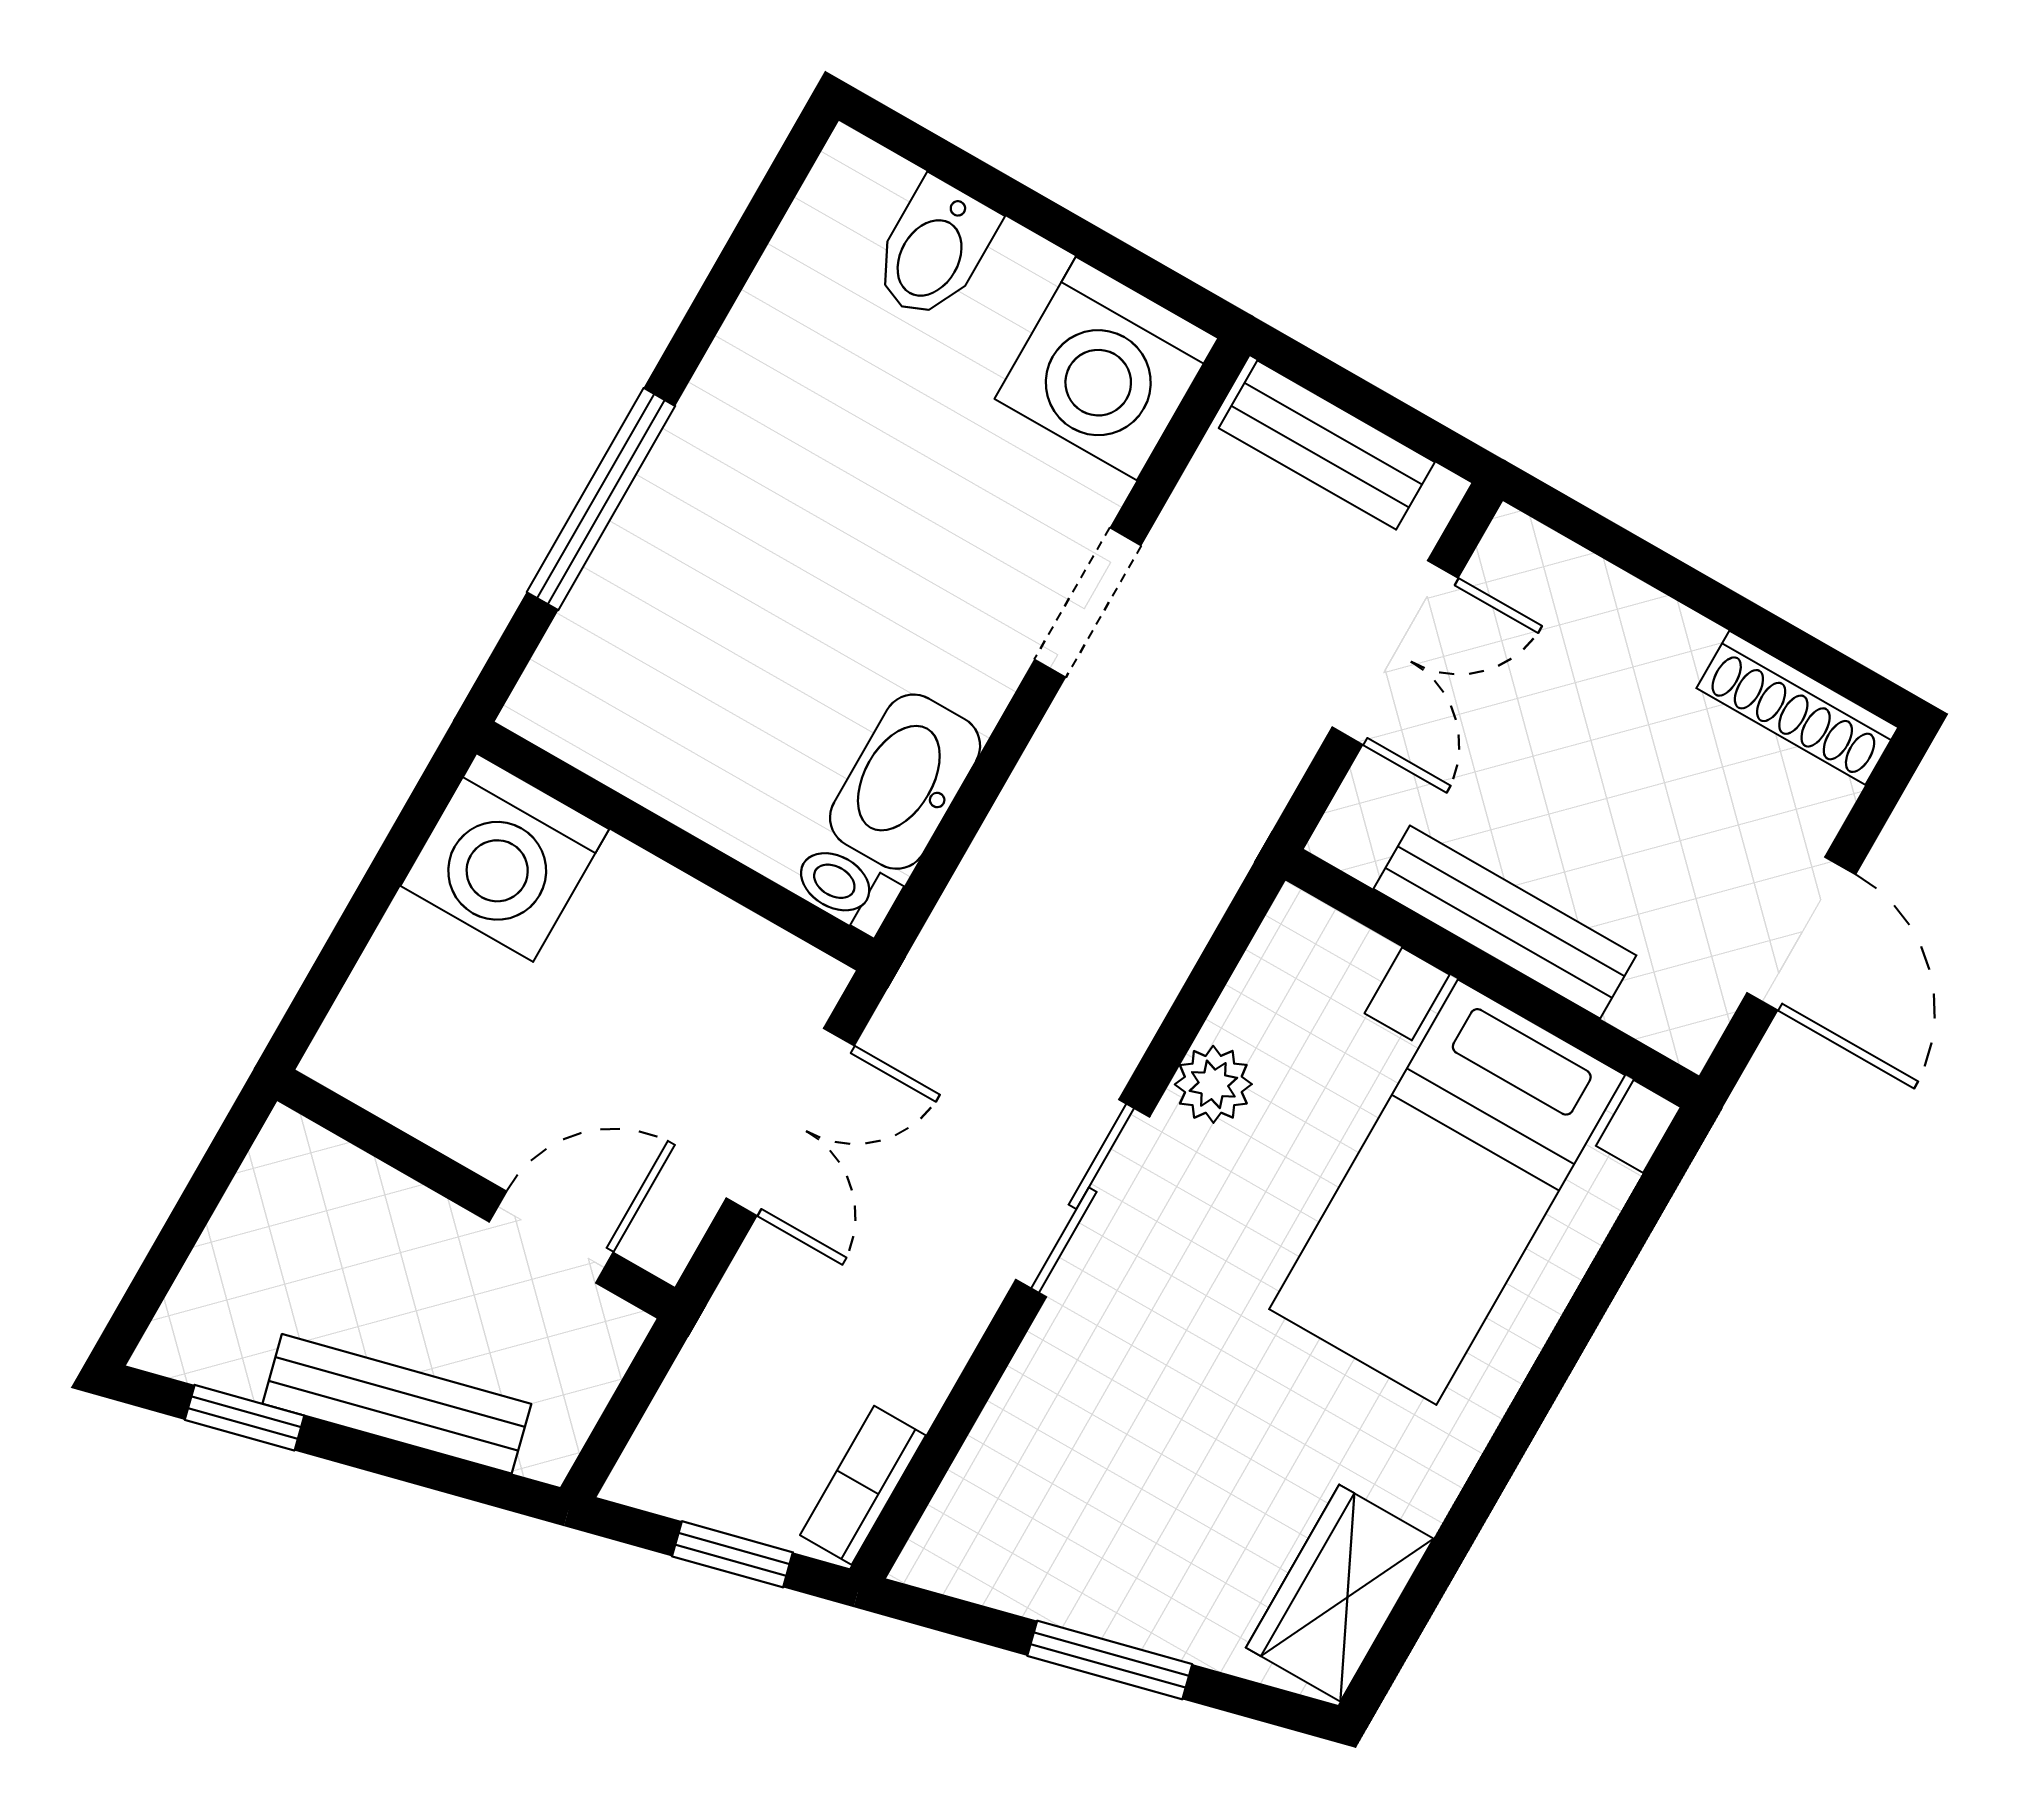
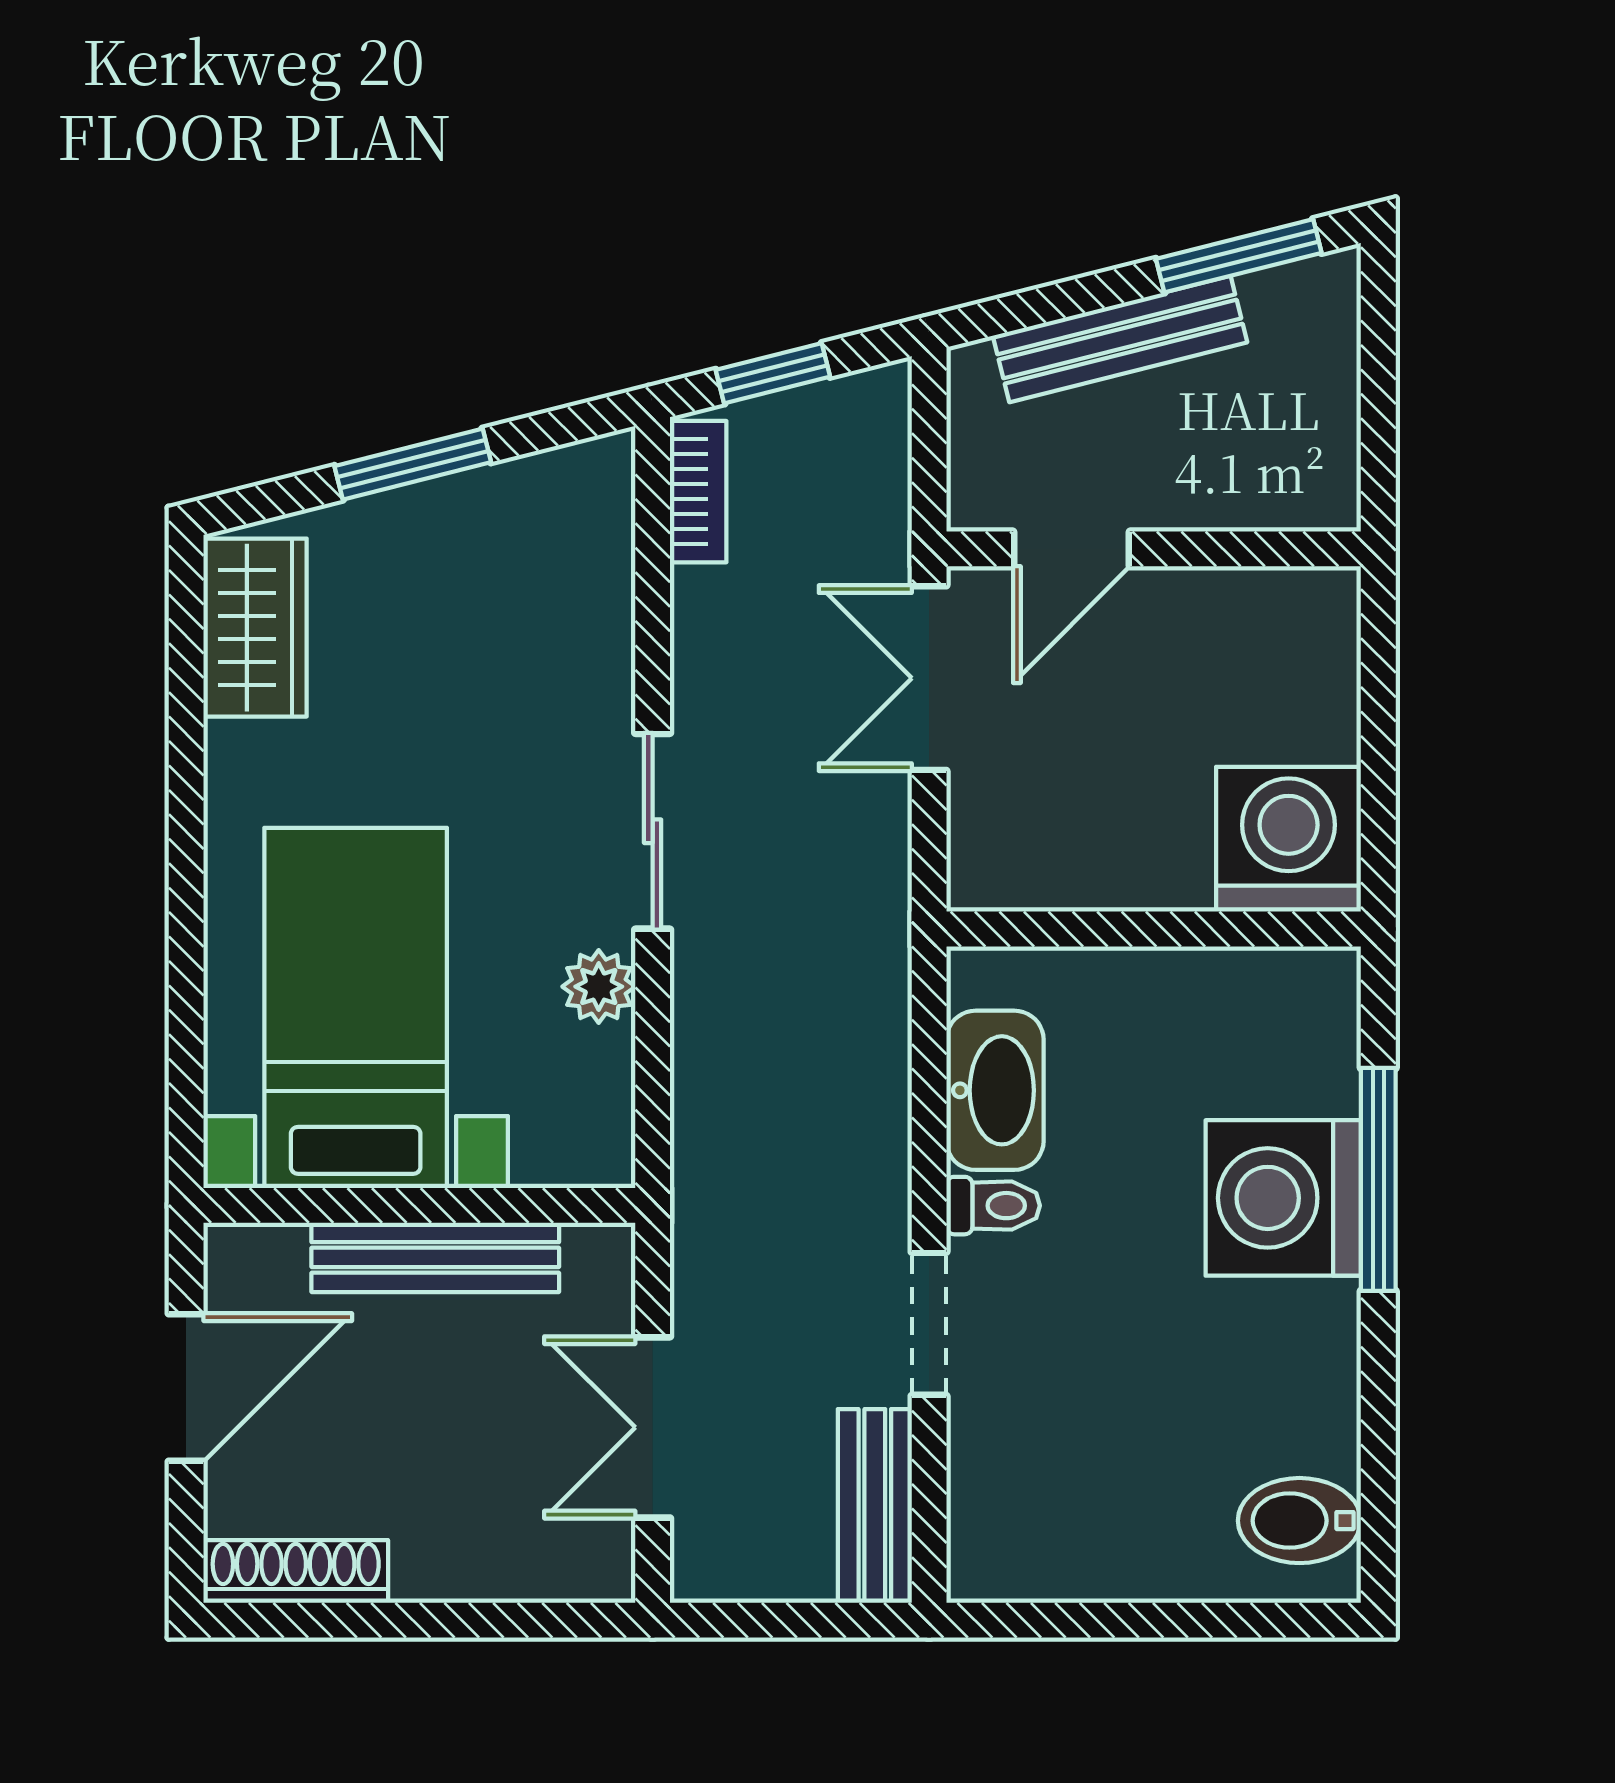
bidet: (934, 250) -> (1299, 1521), moved, turned -90
washing machine: (1106, 368) -> (1283, 1198), moved, turned -90
bench: (1327, 445) -> (875, 1506), moved, turned 90
toilet: (846, 888) -> (993, 1206), moved
door: (1801, 934) -> (186, 1388), swing flipped
double door: (790, 1122) -> (929, 678), moved
window: (245, 1418) -> (1239, 256), width x1.50

